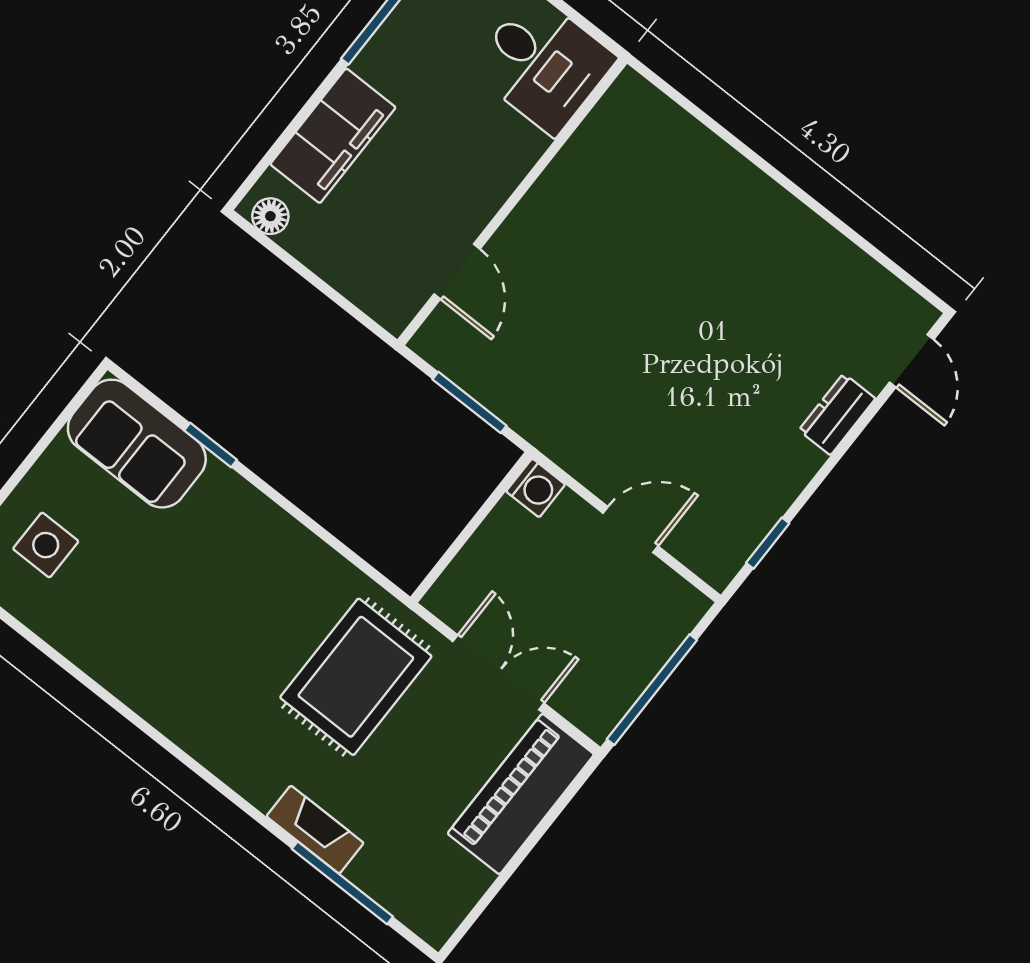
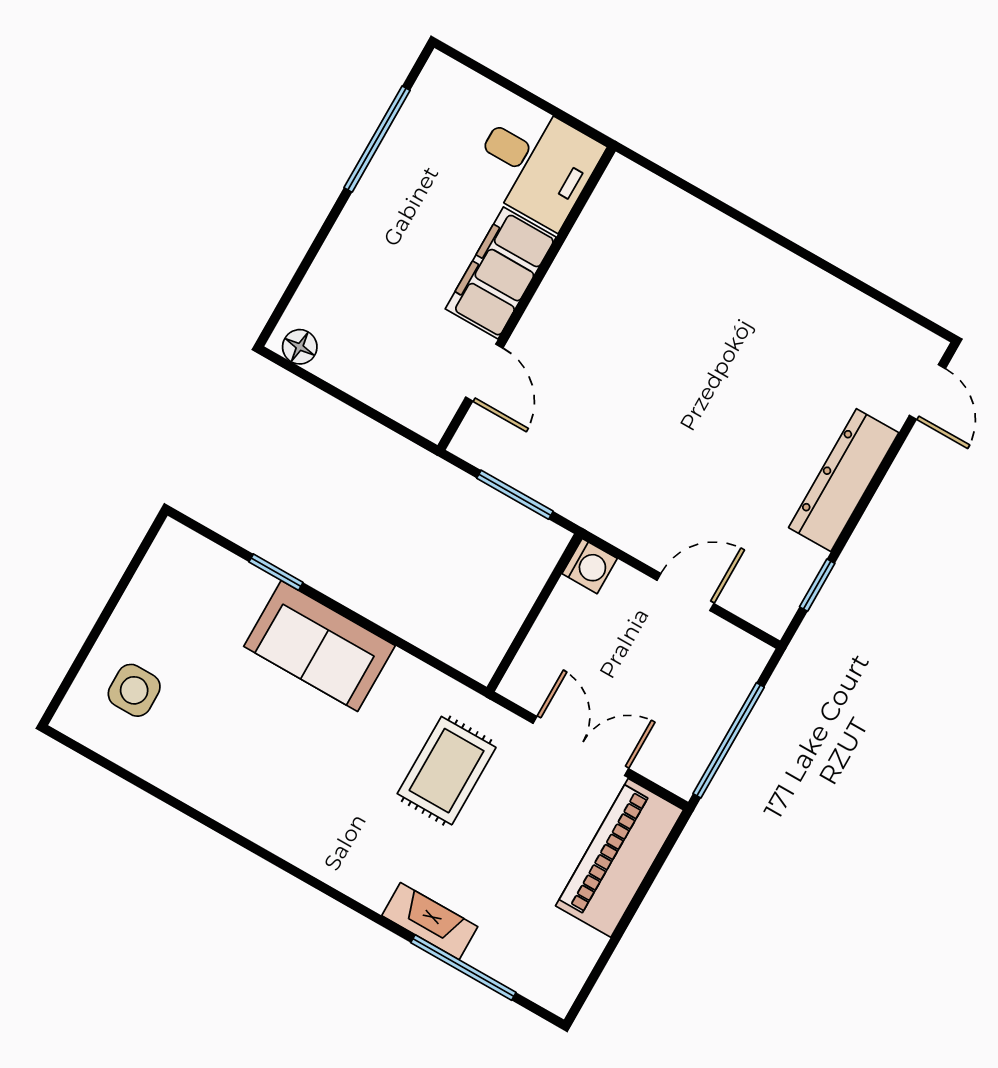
filing cabinet: (333, 136) -> (501, 273), moved, turned 180
dresser: (837, 414) -> (844, 480), width x1.96, depth x1.24
sofa: (137, 444) -> (319, 646), moved
rug: (356, 677) -> (447, 771), width x0.73, depth x0.70

